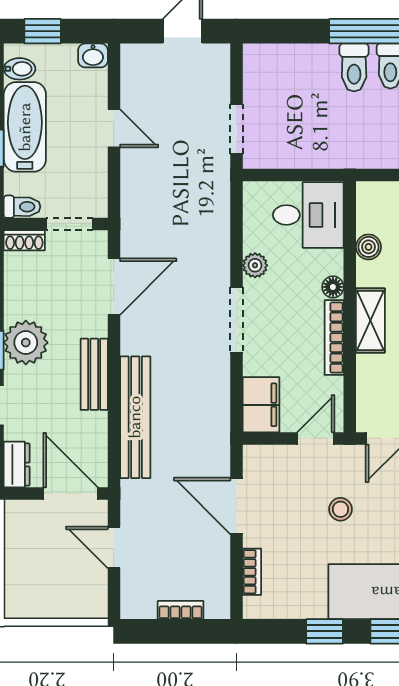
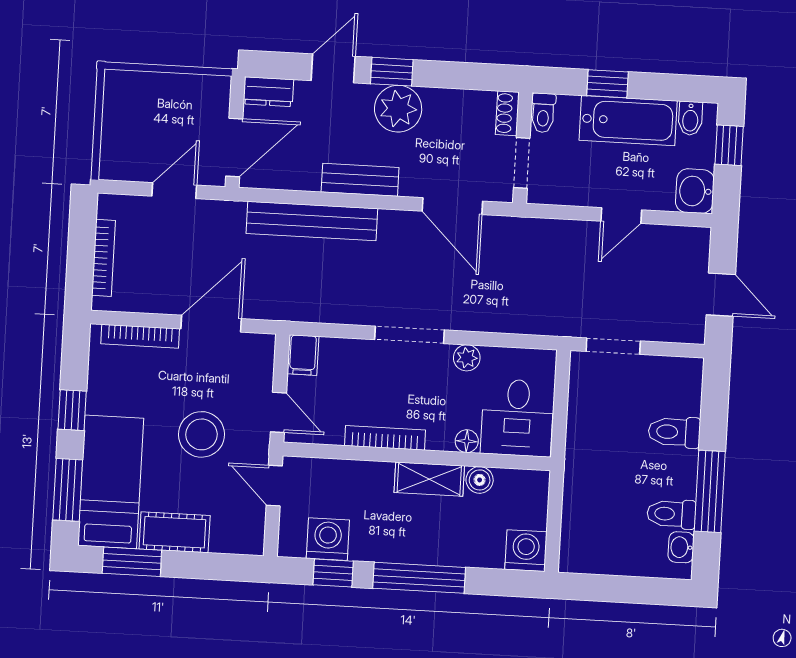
washbasin: (93, 55) -> (695, 191), width x1.38, depth x1.45
toilet: (354, 67) -> (674, 432), moved
floor lamp: (333, 287) -> (467, 441), moved
shelving: (370, 320) -> (429, 479), moved
filing cabinet: (261, 405) -> (303, 355), width x0.50
stool: (340, 509) -> (201, 434), width x1.89, depth x1.89
bookcase: (252, 572) -> (140, 336), width x1.56
bookcase: (181, 610) -> (104, 258), width x1.56

